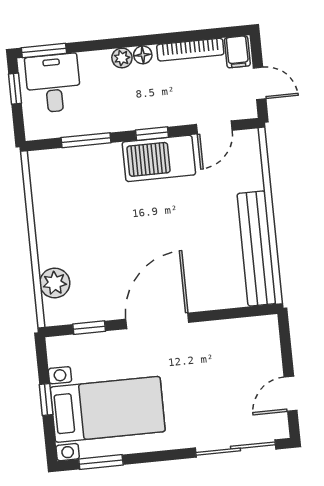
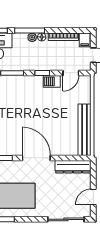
window: (115, 43) -> (30, 30), added
barbecue: (159, 158) -> (52, 81), width x0.53, depth x0.65
door: (157, 321) -> (36, 158), hinge flipped
dresser: (240, 332) -> (73, 167), added

